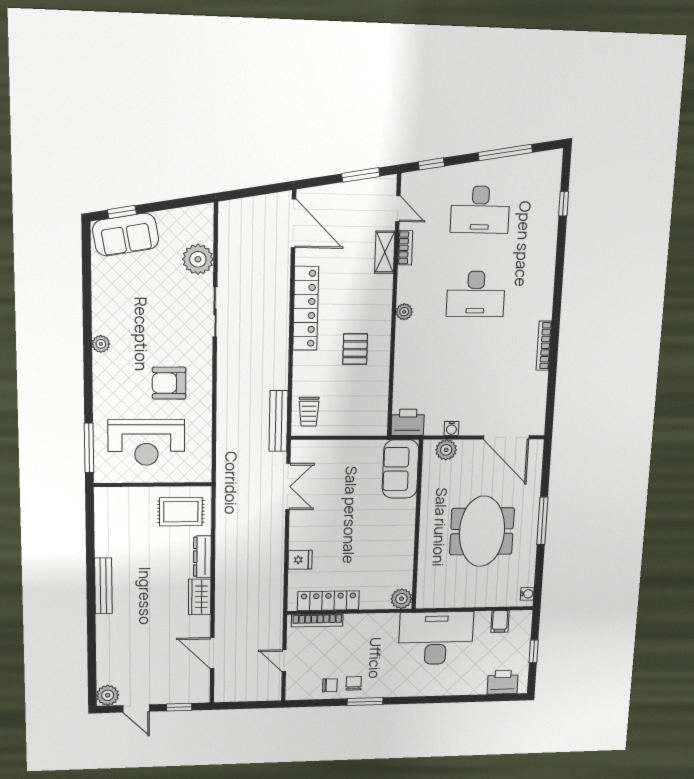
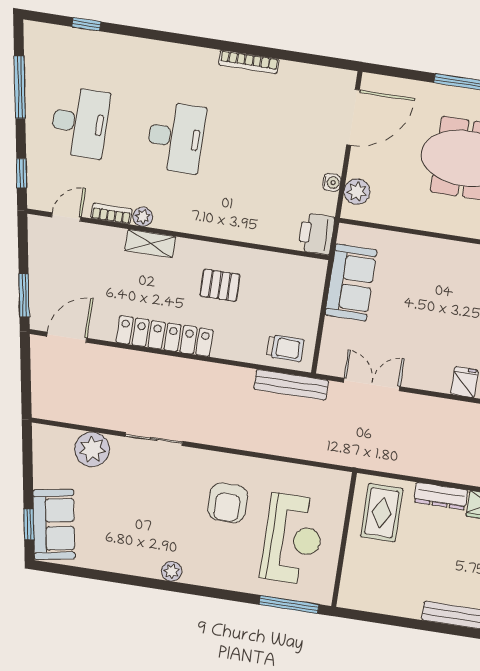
window: (361, 175) -> (24, 295), moved
door: (293, 223) -> (67, 337), width x0.73
shelving: (385, 252) -> (150, 244), moved
plant: (404, 312) -> (143, 217), moved
sofa: (401, 469) -> (351, 283), moved, turned -90

